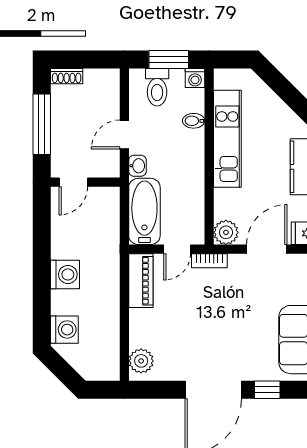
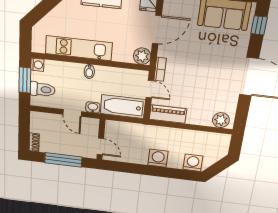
bidet: (194, 121) -> (89, 72), moved
door: (267, 249) -> (157, 30), swing flipped
window: (267, 390) -> (259, 25), moved

